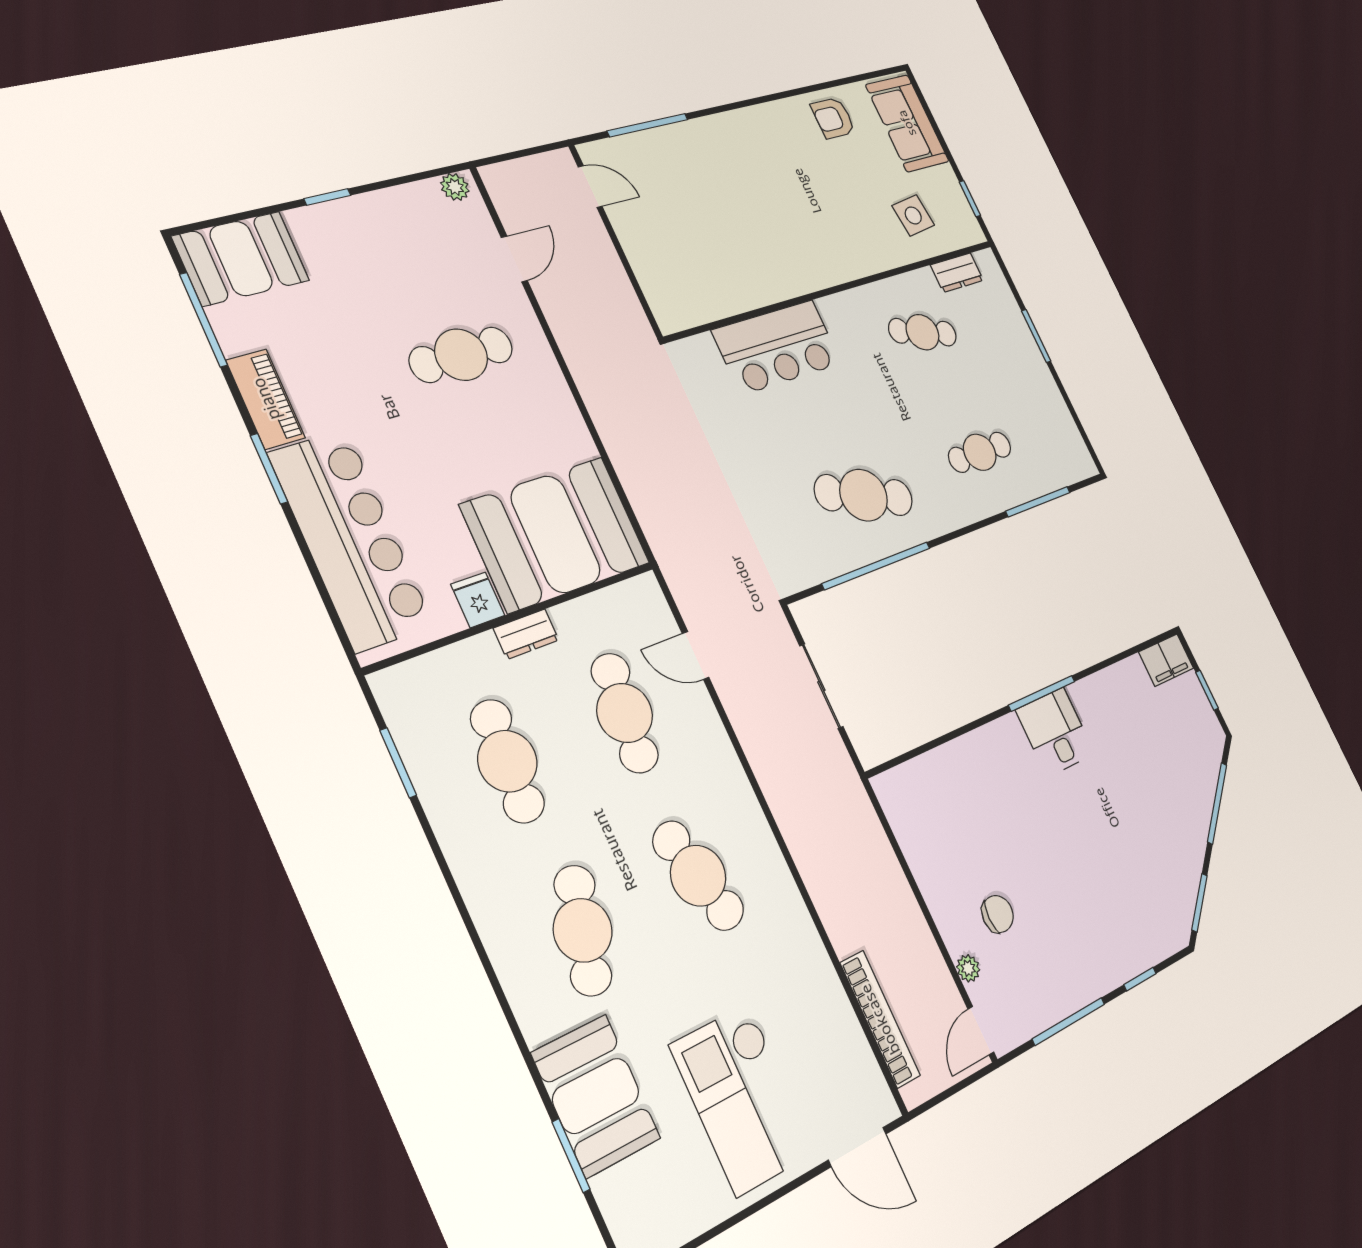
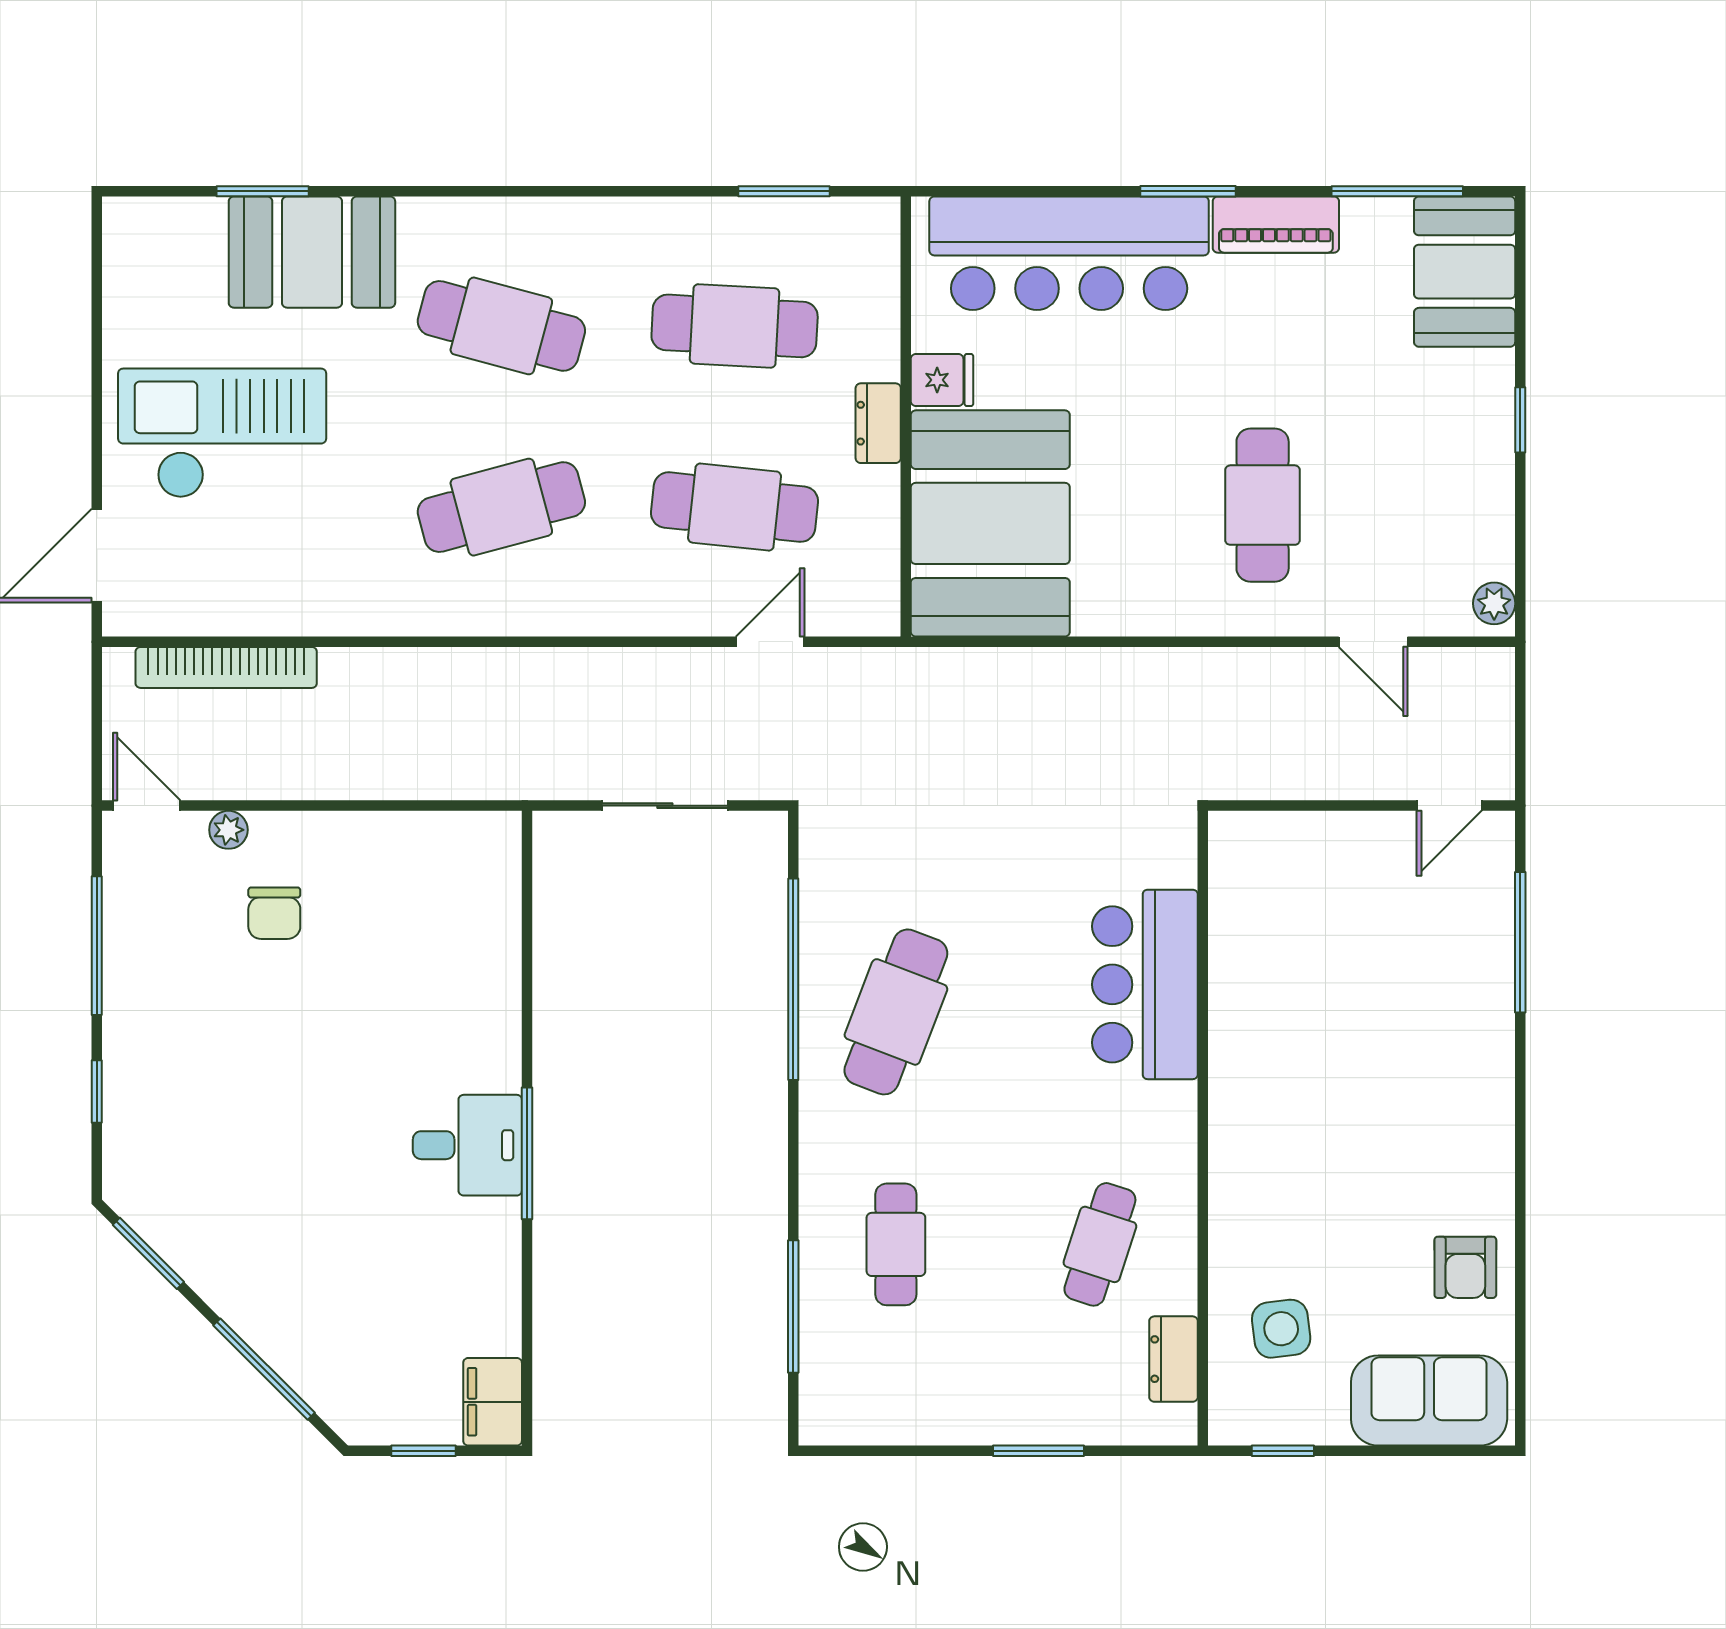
armchair: (833, 118) -> (1465, 1267), turned 180

